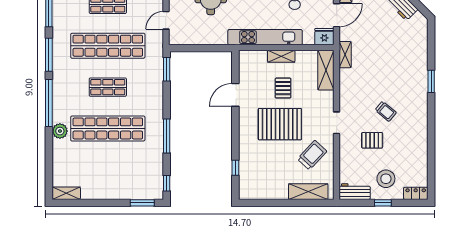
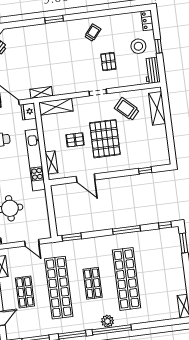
shelving: (281, 56) -> (51, 162), moved
trolley: (386, 111) -> (93, 33), moved
plant: (60, 131) -> (107, 321), moved

